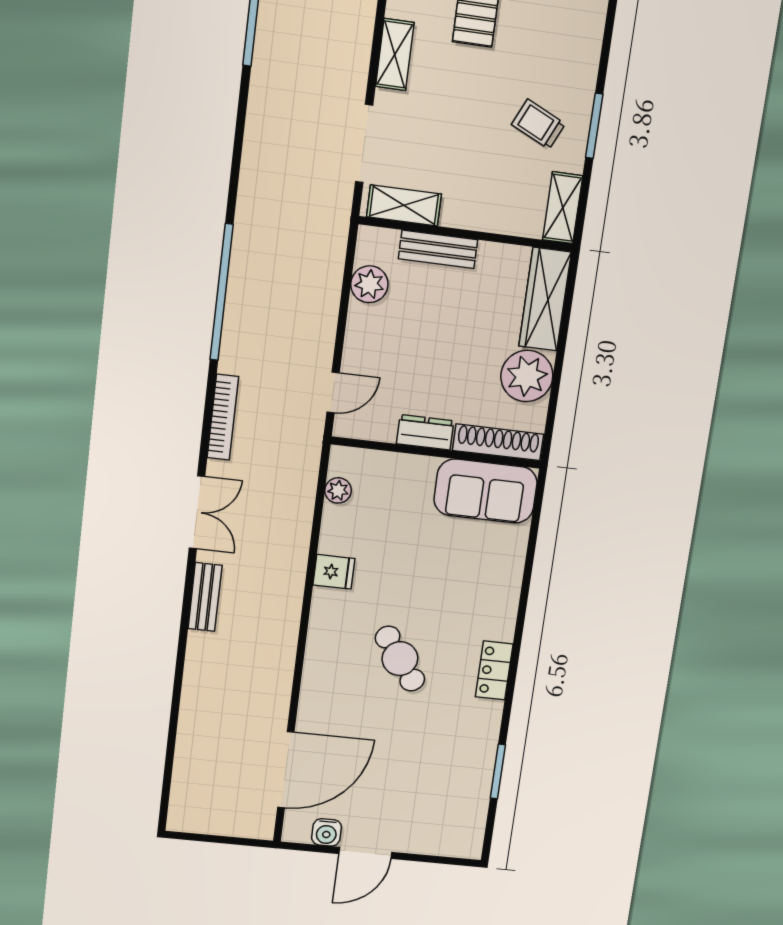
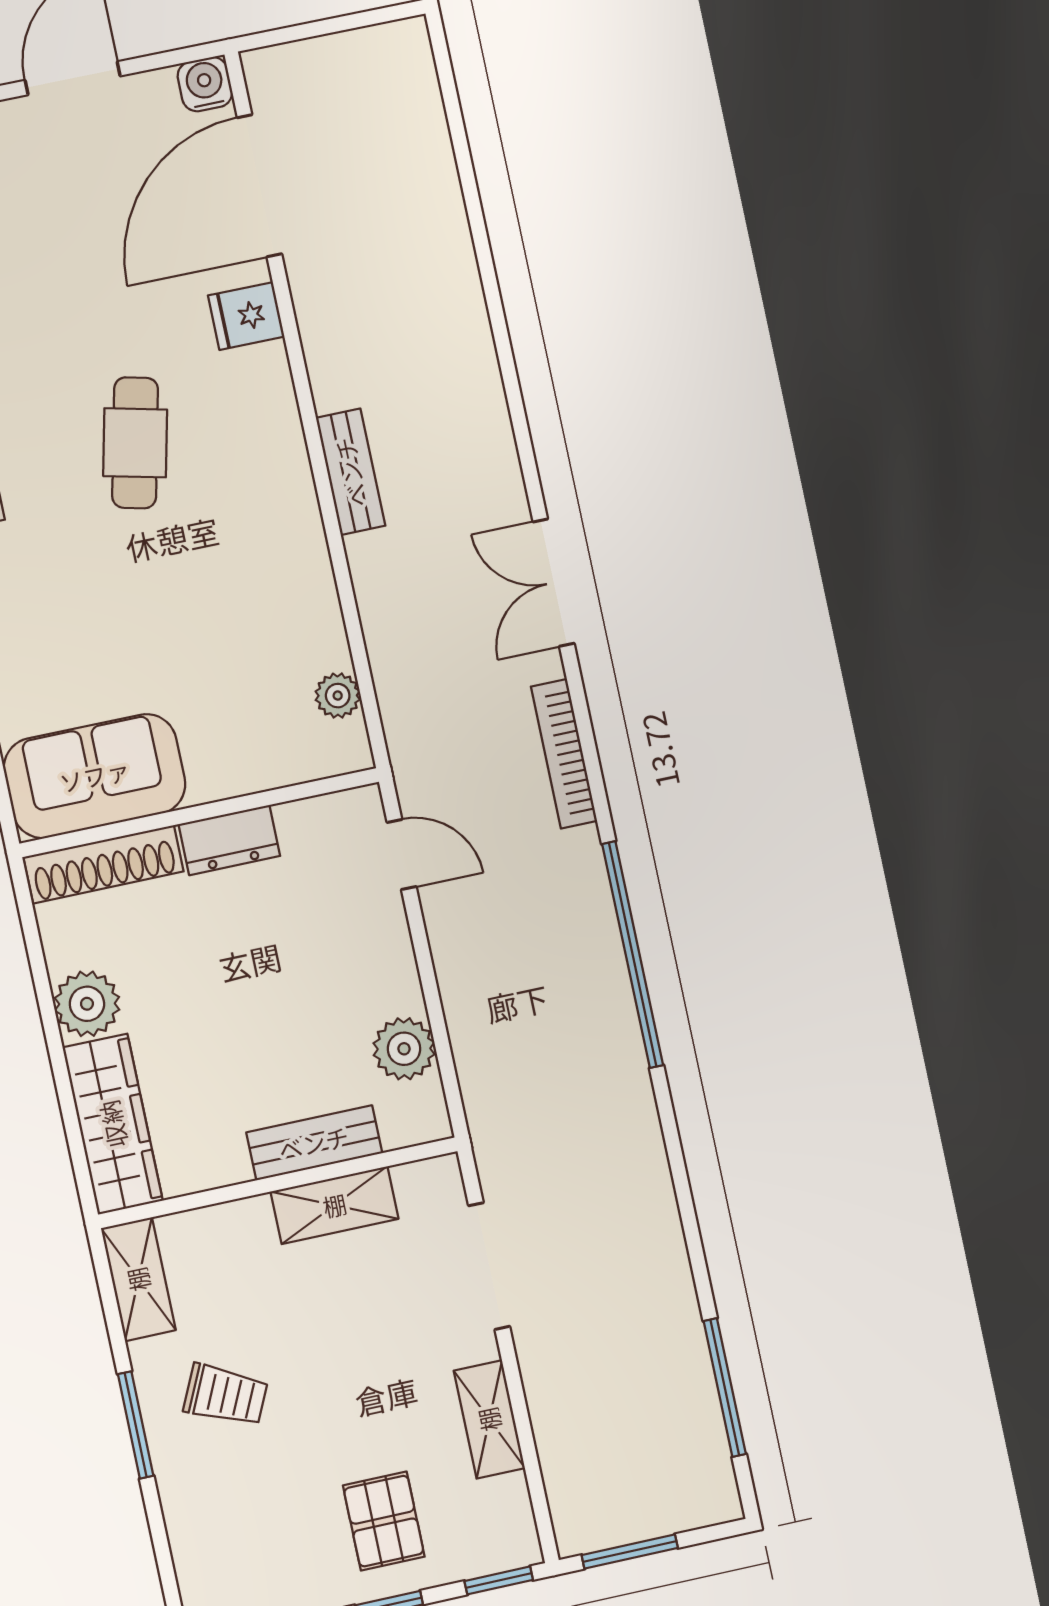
shelving: (404, 205) -> (335, 1205), moved
plant: (527, 376) -> (87, 1004), width x0.73, depth x0.73
door: (333, 392) -> (402, 855), swing flipped
fridge: (334, 572) -> (246, 316), moved
bench: (205, 597) -> (351, 472), moved
cafe table: (400, 659) -> (135, 443), turned 49
water cooler: (327, 832) -> (205, 84), moved

